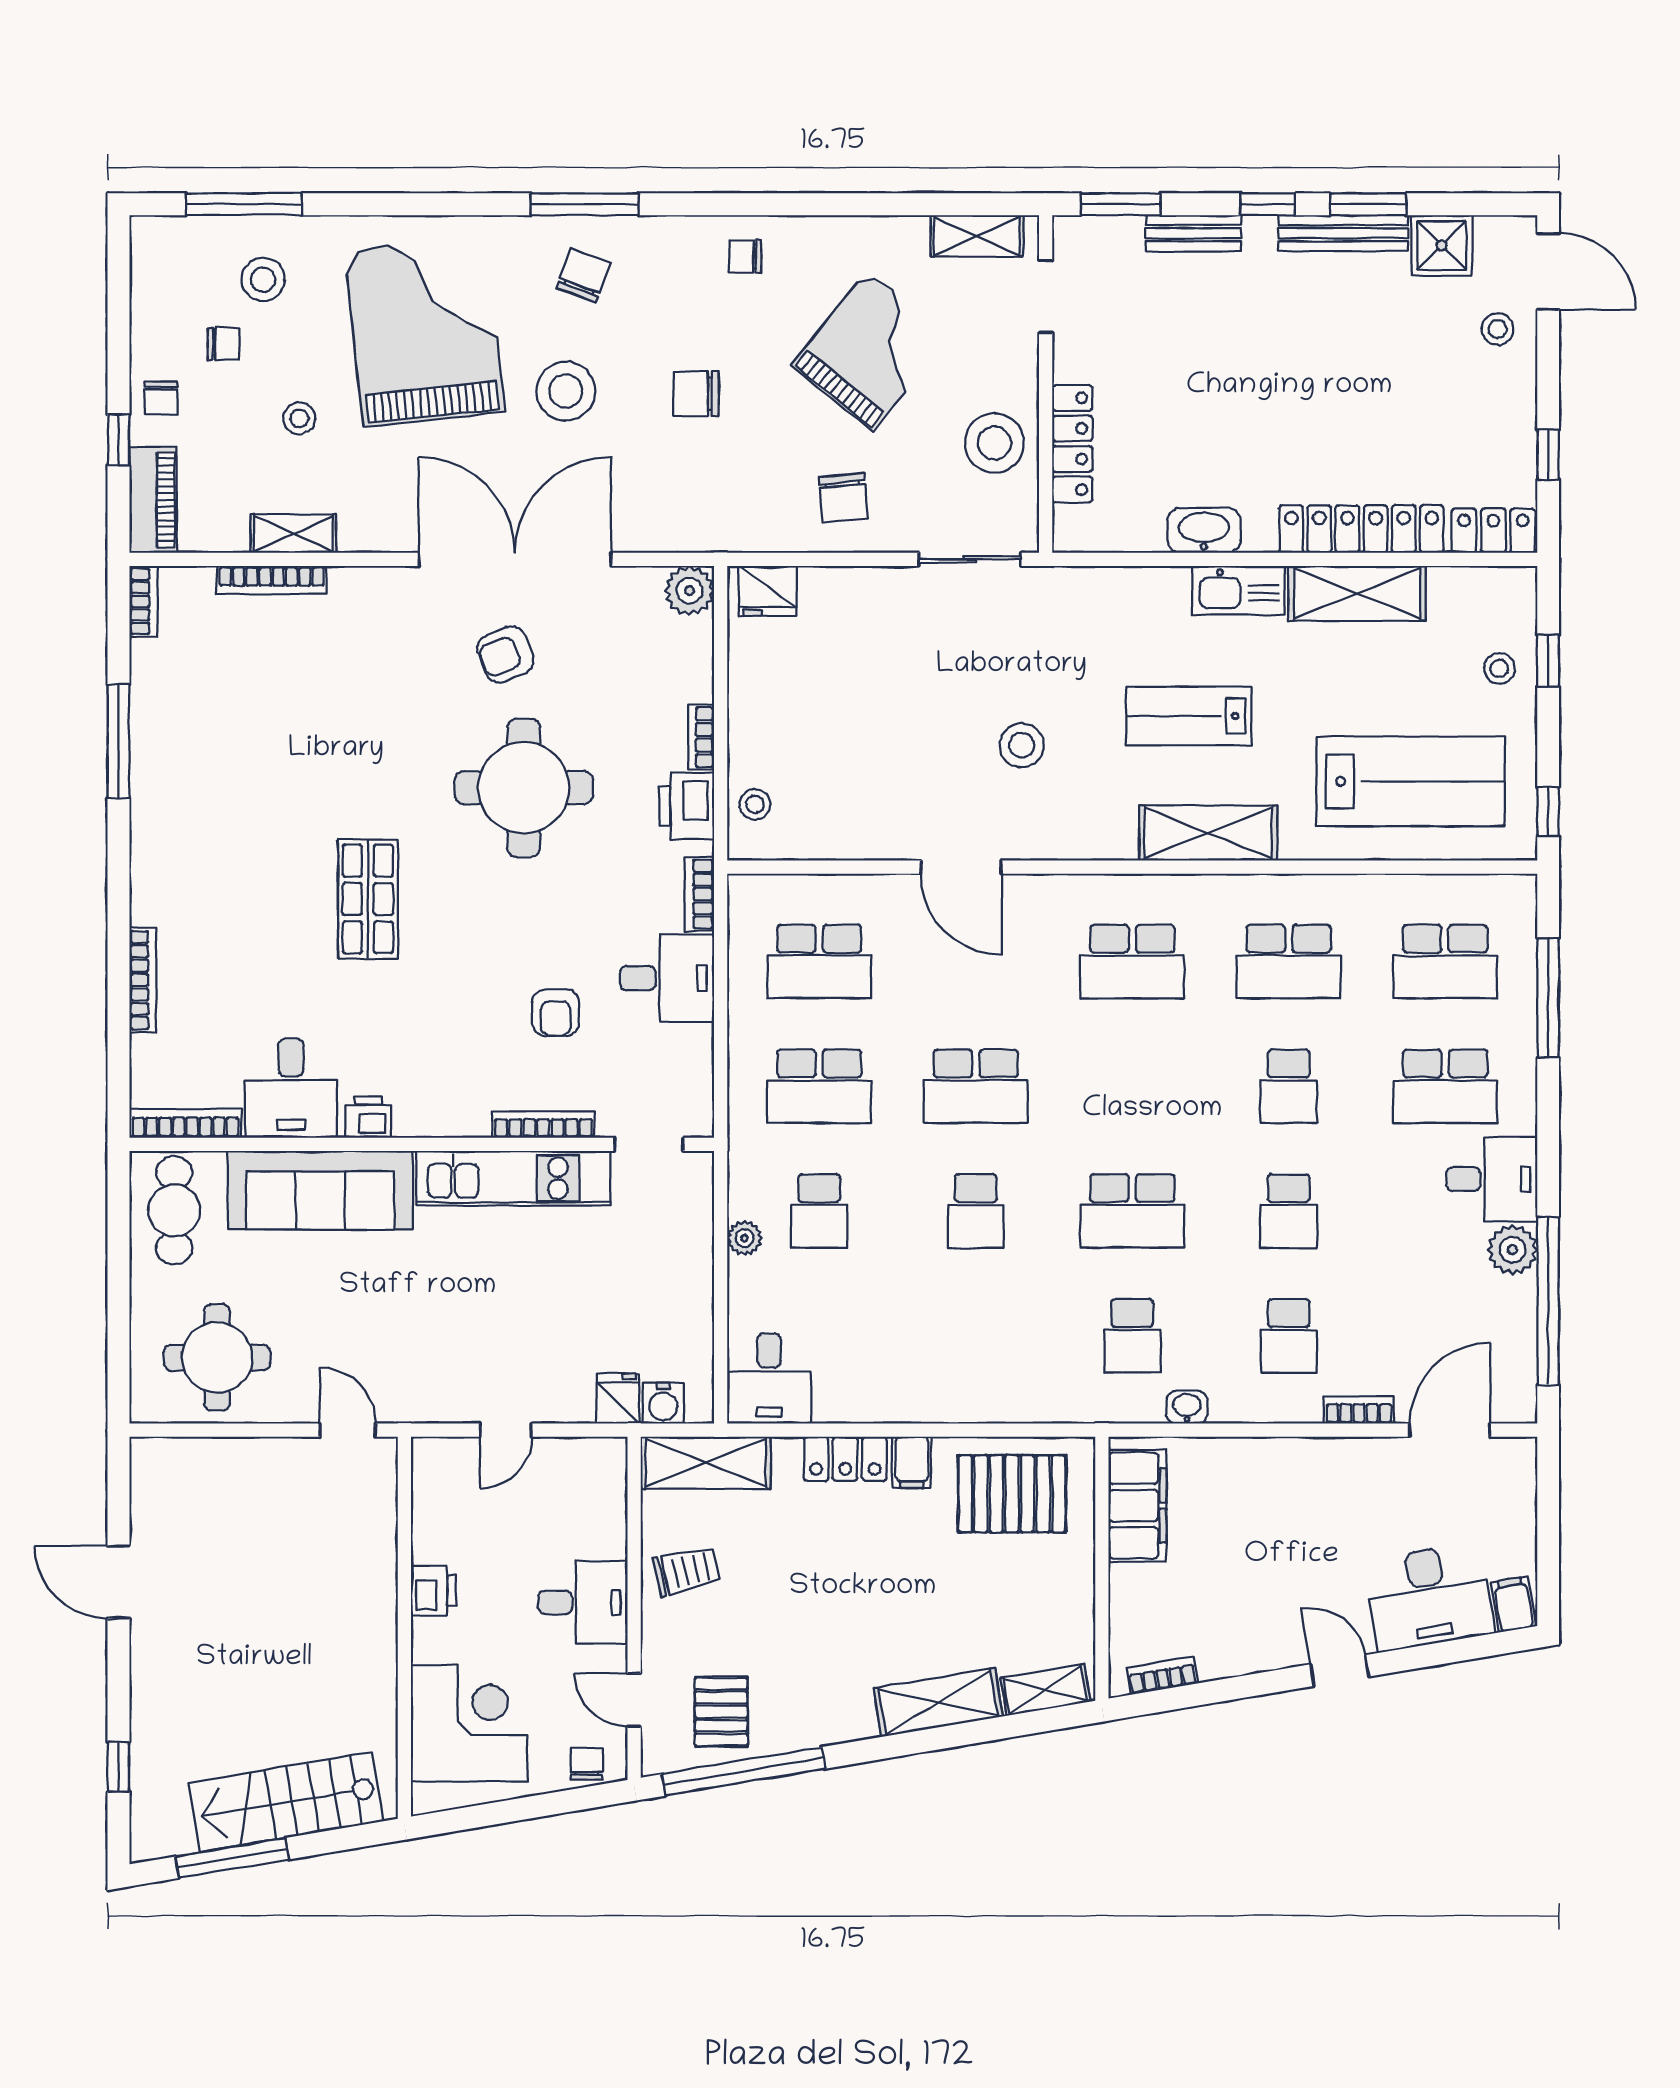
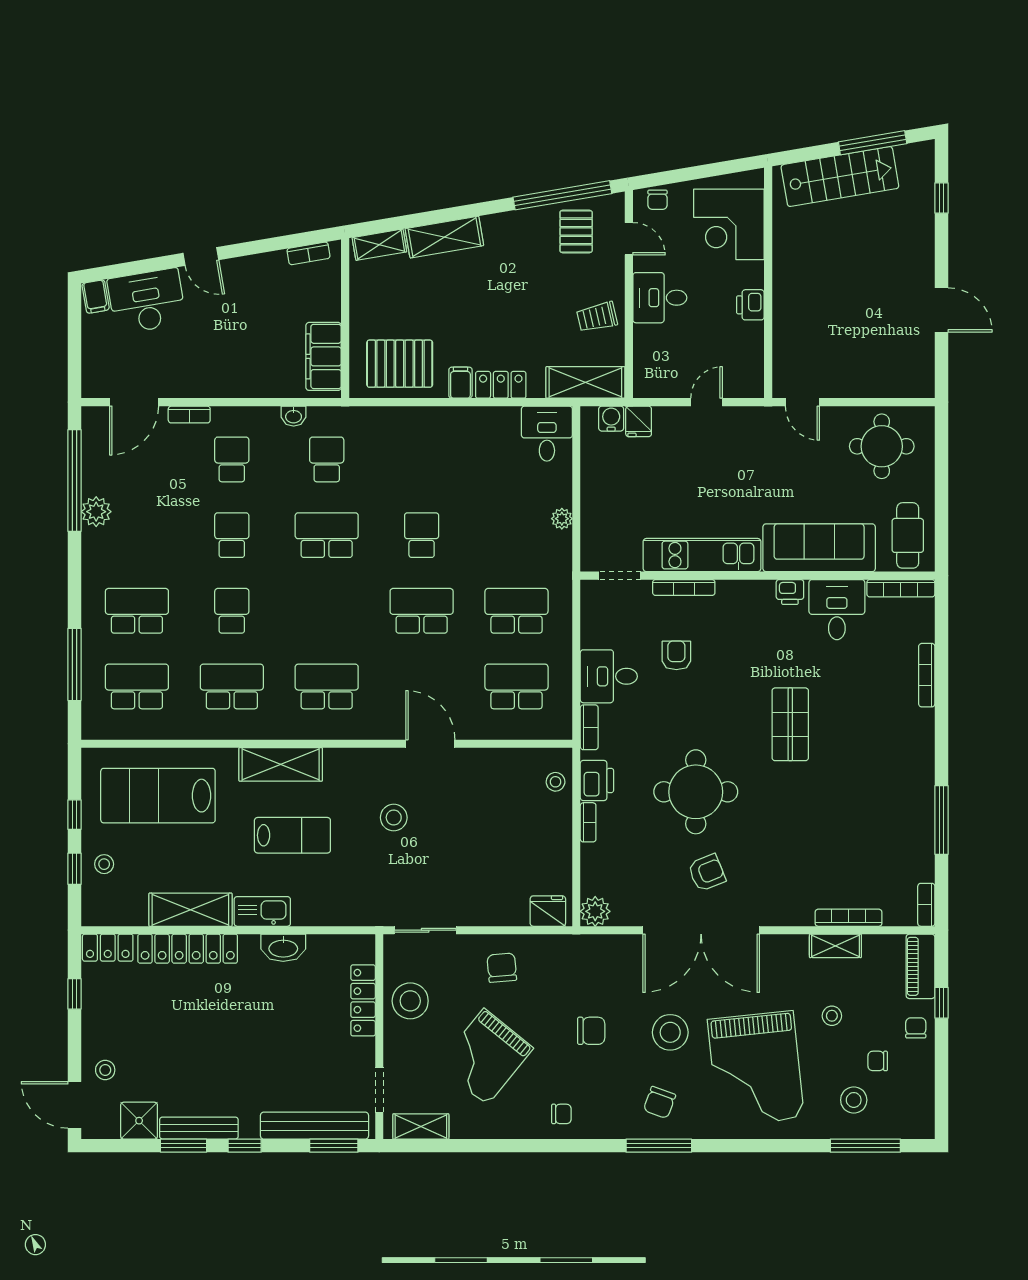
bench: (1194, 233) -> (315, 1126), width x1.86, depth x1.21
window: (1548, 812) -> (75, 815), moved
desk: (1492, 1179) -> (109, 554), removed
school desk: (819, 1211) -> (517, 535), removed

